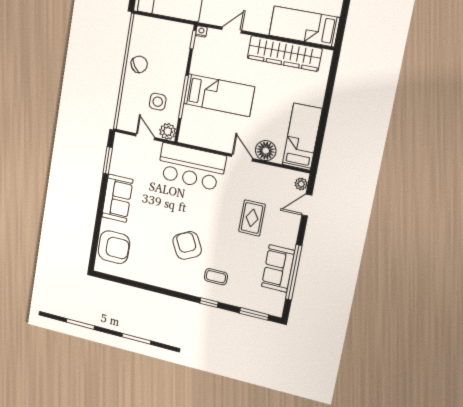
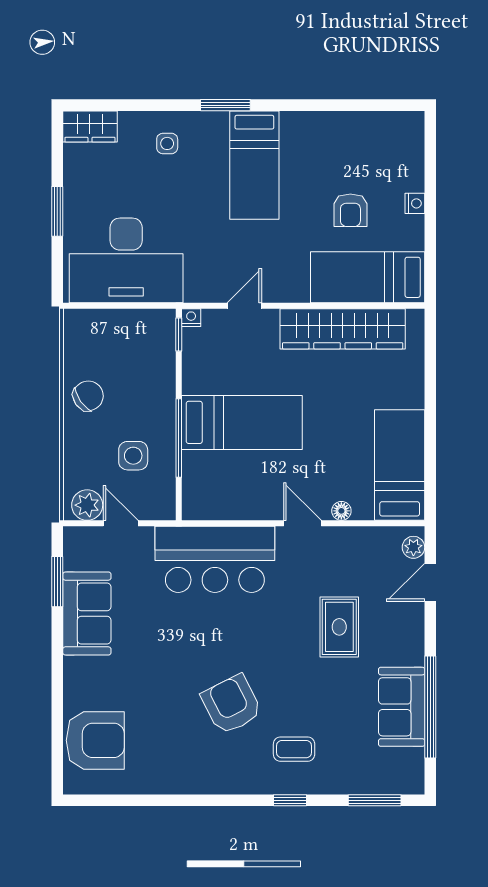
plant: (168, 131) -> (87, 505), moved
floor lamp: (266, 151) -> (341, 511), width x0.53, depth x0.53
sofa: (117, 198) -> (87, 614), moved

